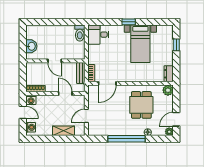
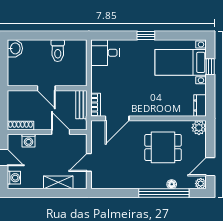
toilet: (80, 33) -> (58, 51), moved
bed with nightstands: (140, 44) -> (181, 62), moved, turned 90
washbasin: (31, 46) -> (15, 48), moved
washing machine: (31, 100) -> (29, 141), moved
dining table: (141, 105) -> (163, 147), turned 90
window: (126, 139) -> (164, 193), moved

